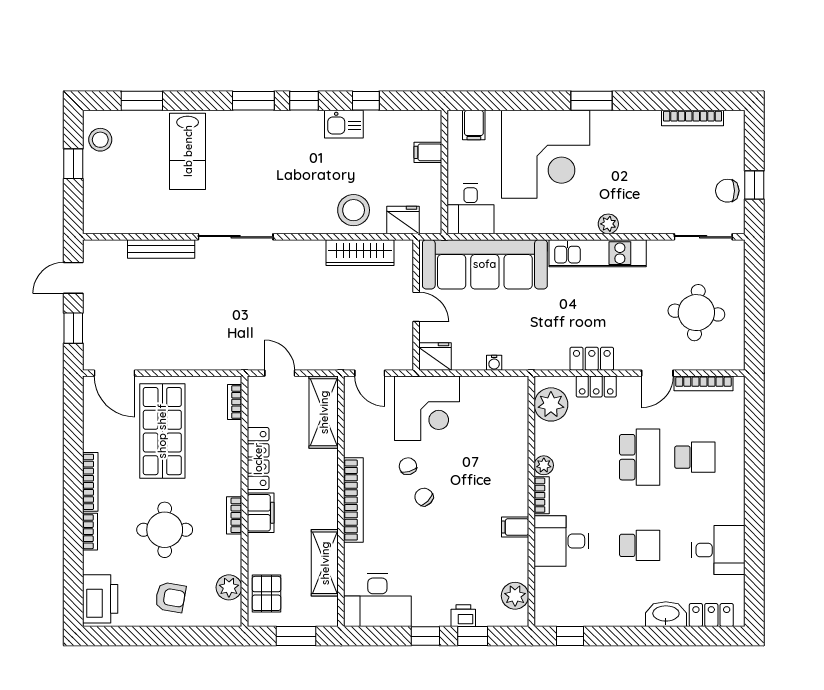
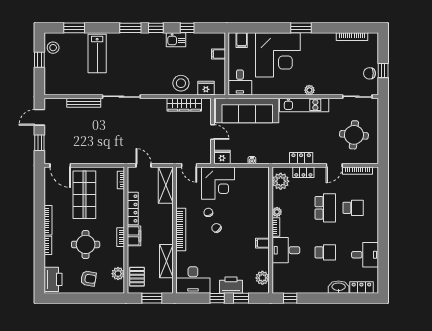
printer: (463, 616) -> (231, 285), width x1.87, depth x1.48

